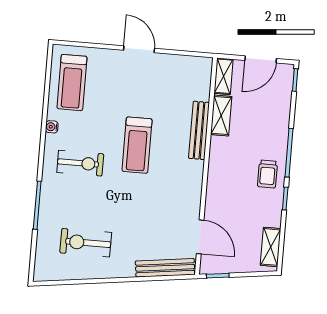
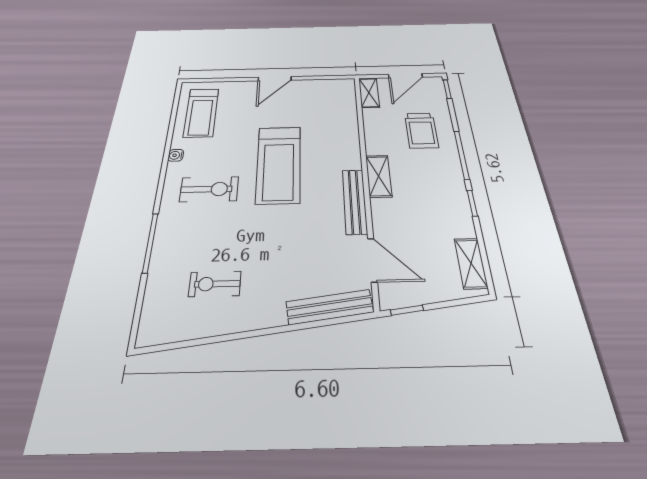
door: (139, 49) -> (275, 79), swing flipped
shelving: (221, 116) -> (379, 176), moved
bench: (199, 130) -> (355, 201), moved
treadmill: (137, 145) -> (279, 164), width x1.37, depth x1.37
trolley: (267, 174) -> (421, 130), moved, width x1.36, depth x1.39
exercise bike: (86, 243) -> (215, 284), width x0.73, depth x0.72

